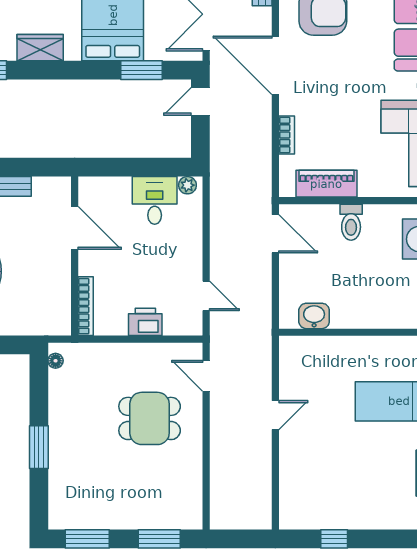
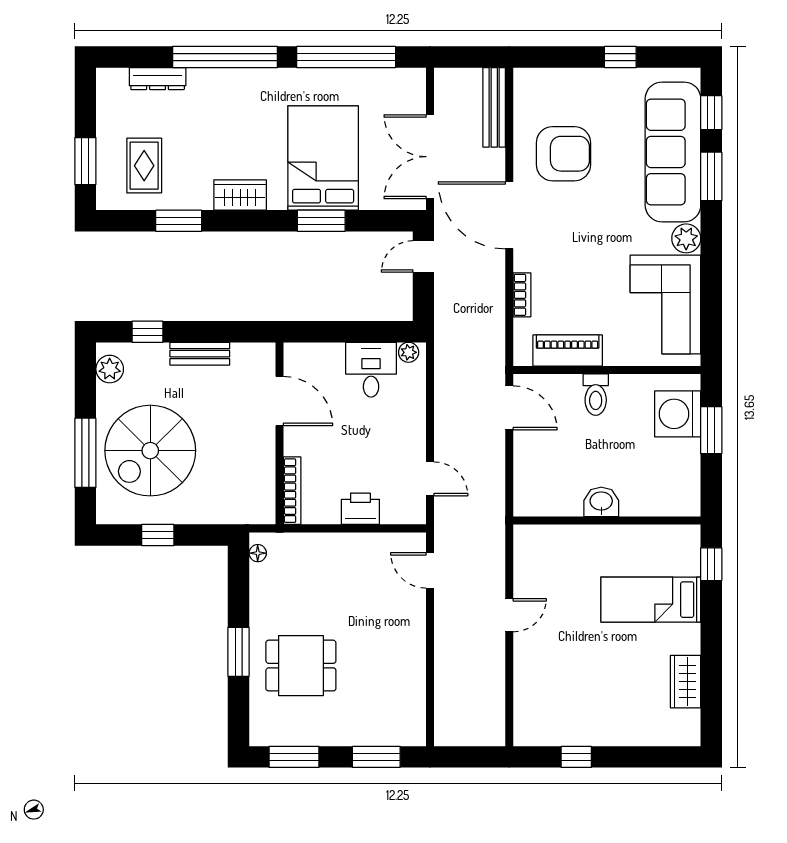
window: (141, 70) -> (321, 221), moved
washbasin: (314, 316) -> (601, 502), moved
dining table: (150, 418) -> (301, 666), moved

